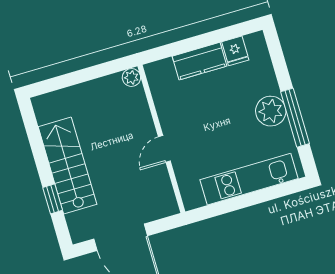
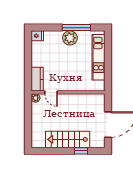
fridge: (235, 51) -> (37, 36), moved
kitchen counter: (200, 61) -> (37, 79), moved
door: (164, 149) -> (51, 92), moved

